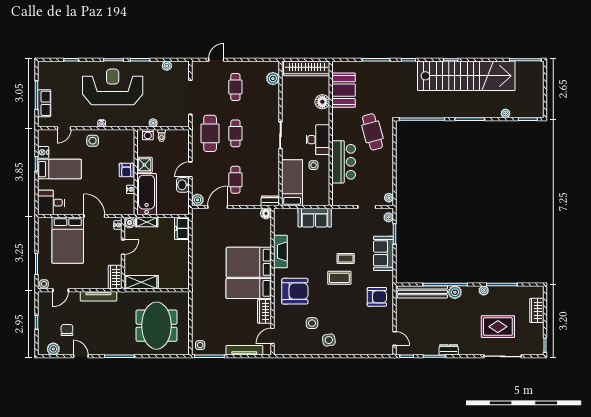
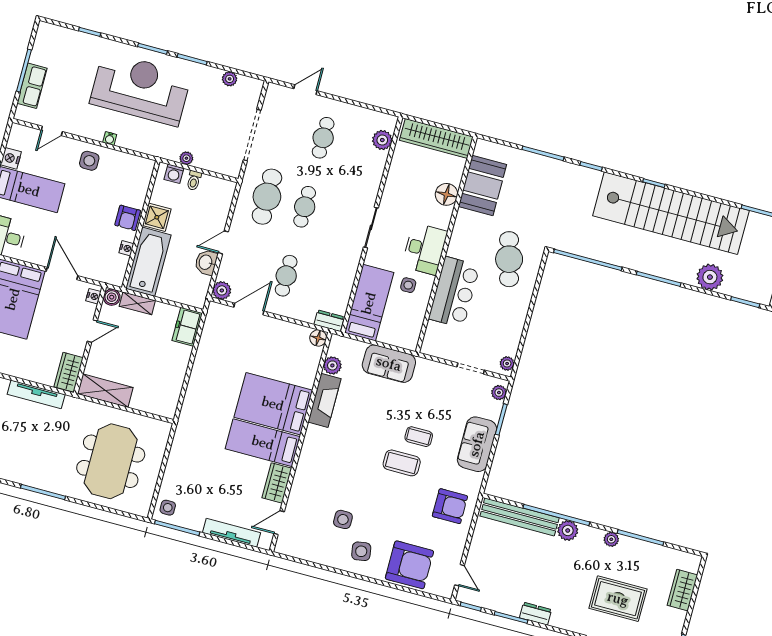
plant: (505, 113) -> (710, 277), width x1.88, depth x1.88
plant: (279, 228) -> (332, 365), added
armchair: (295, 291) -> (409, 565), moved

